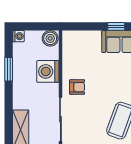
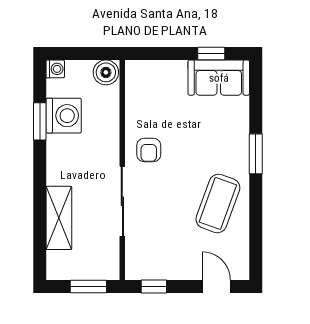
washing machine: (48, 71) -> (64, 116), moved, turned 180
armchair: (77, 87) -> (149, 150), turned 90

